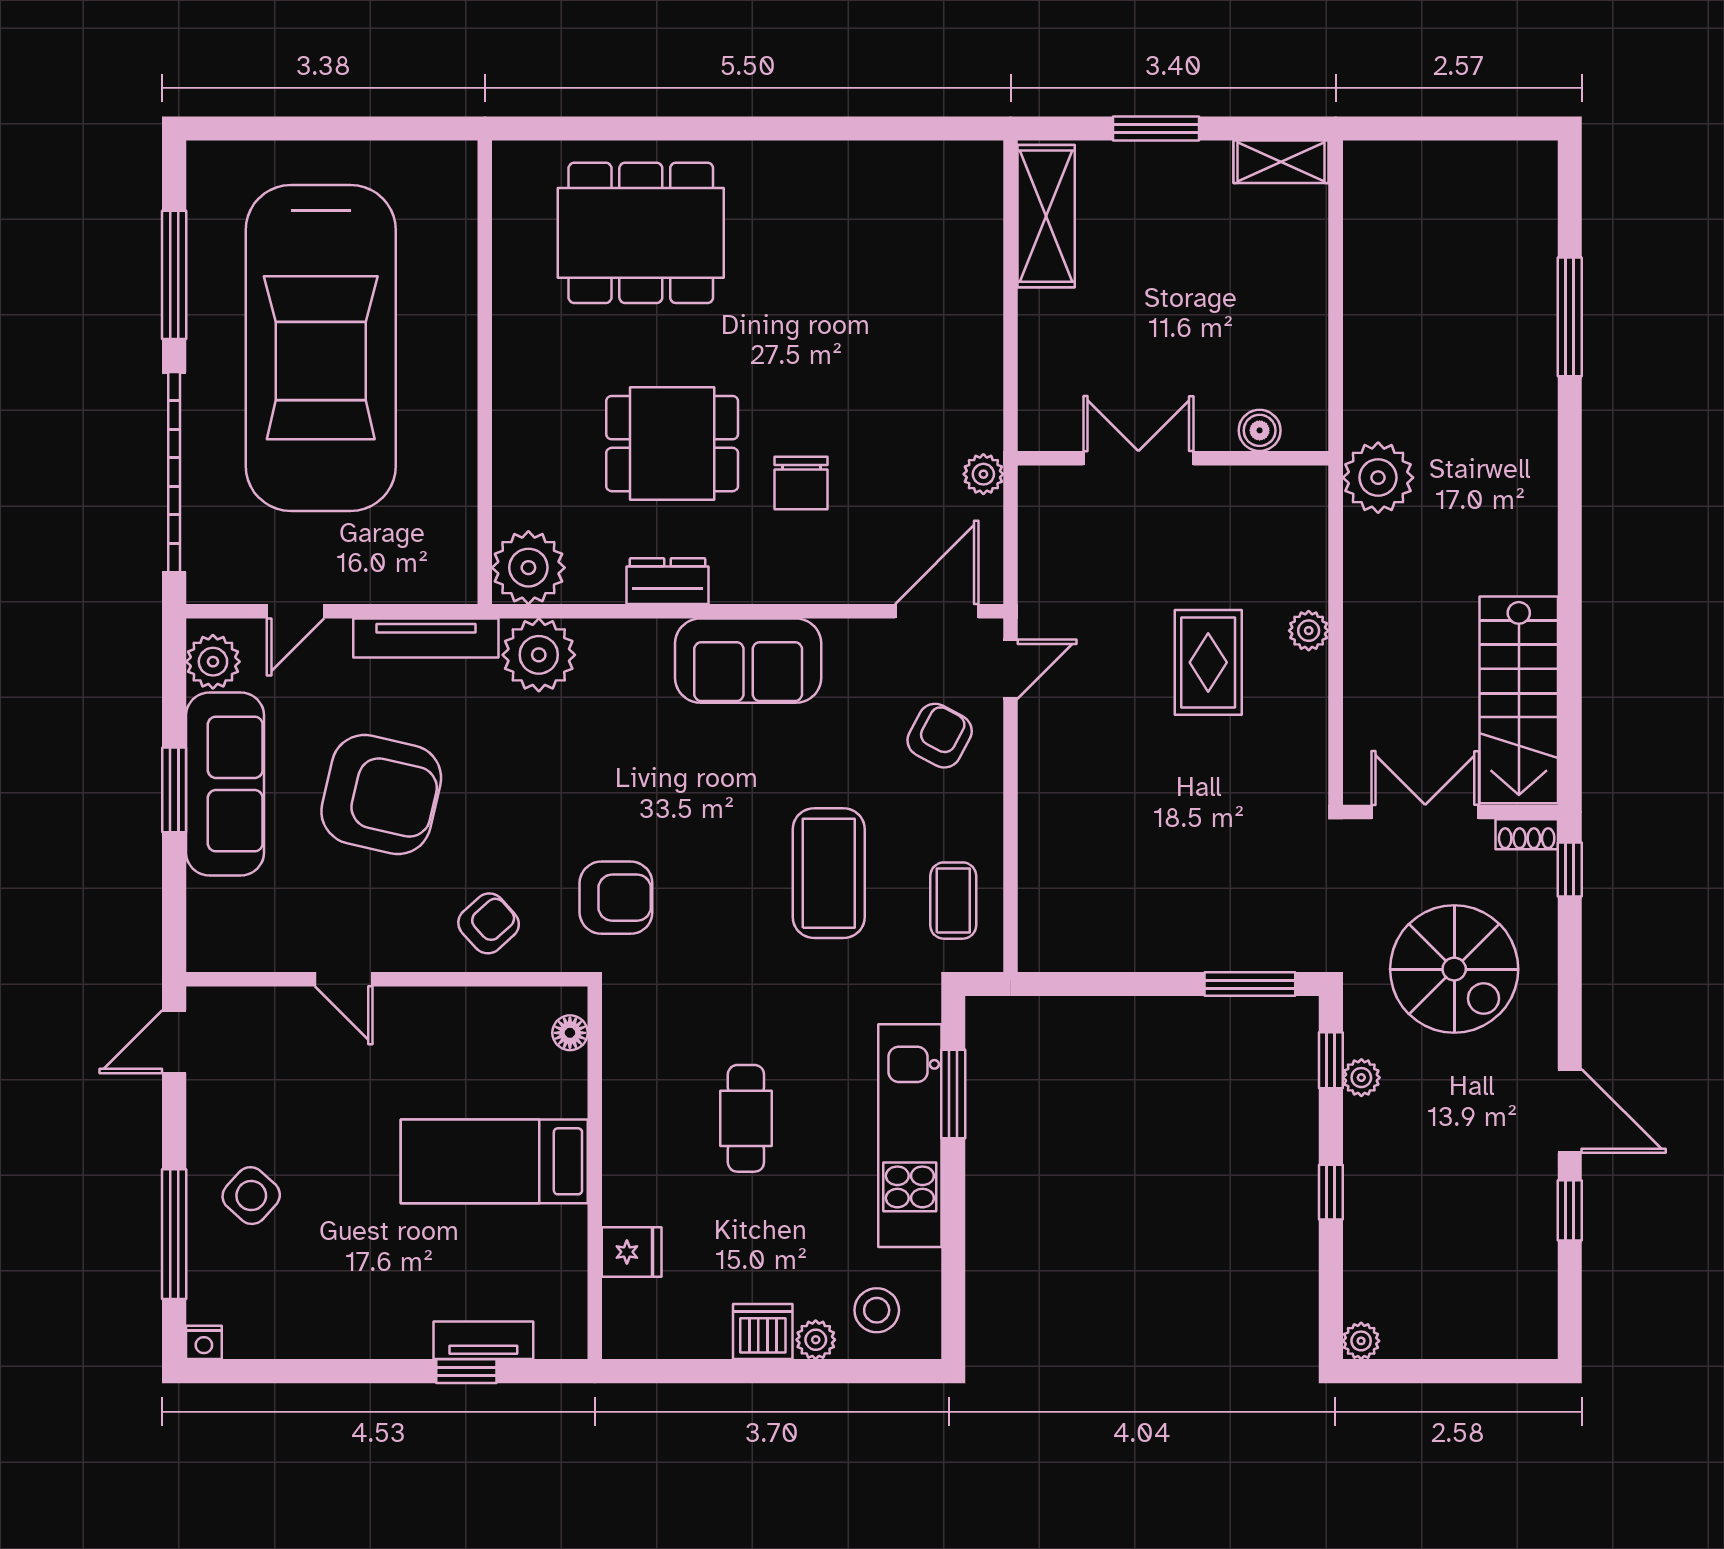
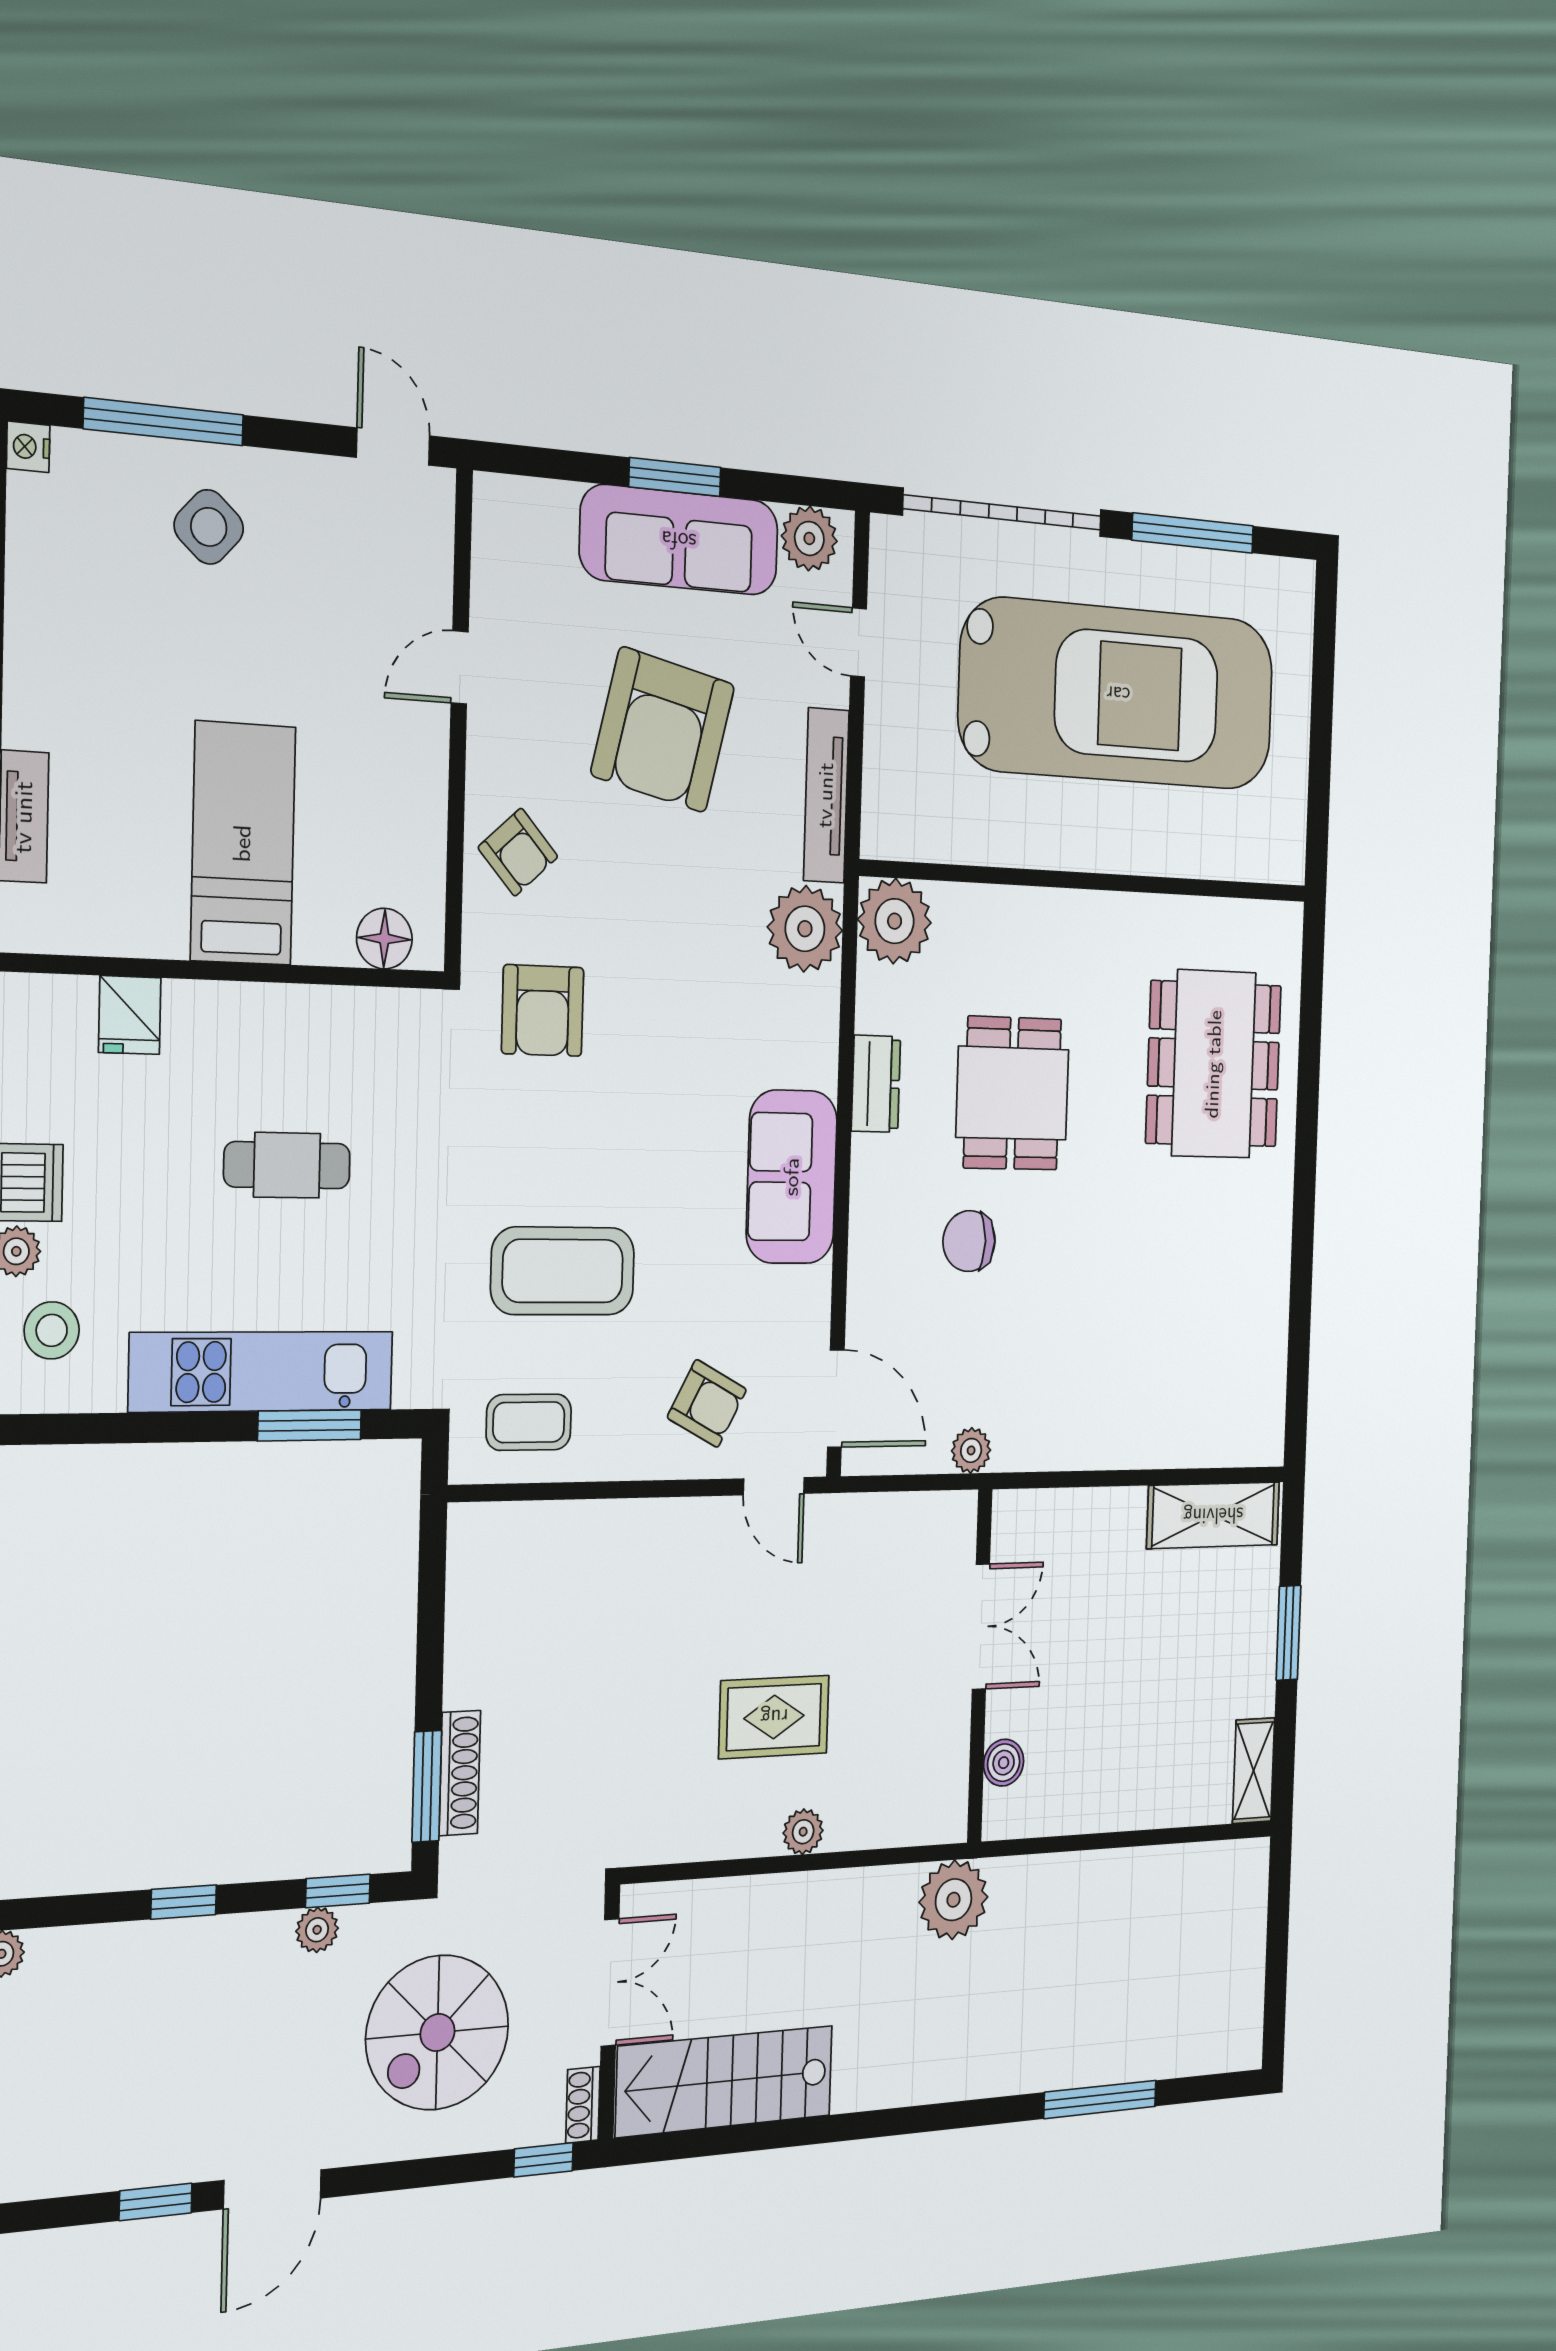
car: (321, 348) -> (1118, 694), turned 180
shoe rack: (1241, 955) -> (460, 1773), added
floor lamp: (570, 1033) -> (384, 939), width x1.37, depth x1.37

